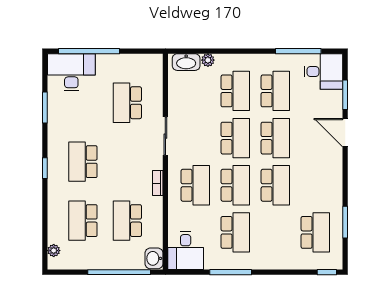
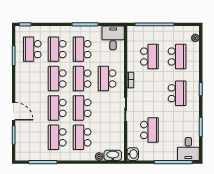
desk: (71, 72) -> (188, 149), width x0.73
desk: (323, 72) -> (27, 149), removed
school desk: (275, 232) -> (57, 49), added
washbasin: (154, 258) -> (133, 154), moved

